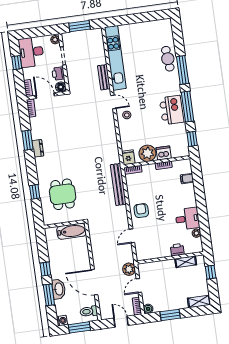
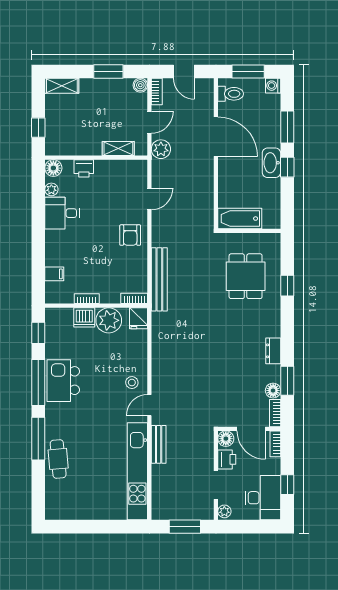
door: (113, 102) -> (149, 405), hinge flipped
floor lamp: (34, 122) -> (273, 391), added
window: (27, 140) -> (287, 381), moved
floor lamp: (197, 247) -> (53, 168), added
shelving: (186, 262) -> (118, 148), moved
washbasin: (59, 289) -> (271, 163), moved

